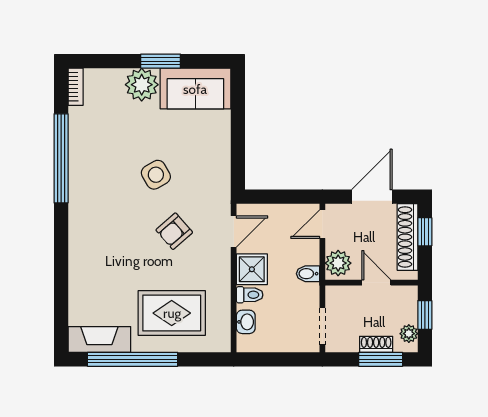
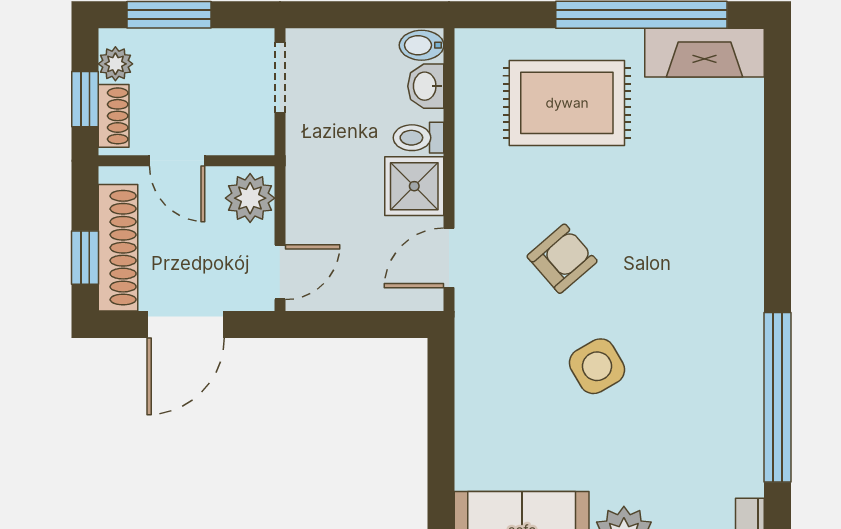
bidet: (308, 274) -> (422, 45), moved, turned 180
shoe rack: (376, 344) -> (114, 116), moved, turned -90

